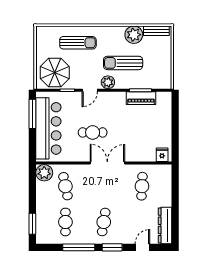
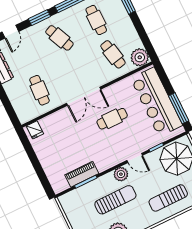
door: (90, 90) -> (135, 158), swing flipped
cafe table: (104, 222) -> (59, 38), turned -33

